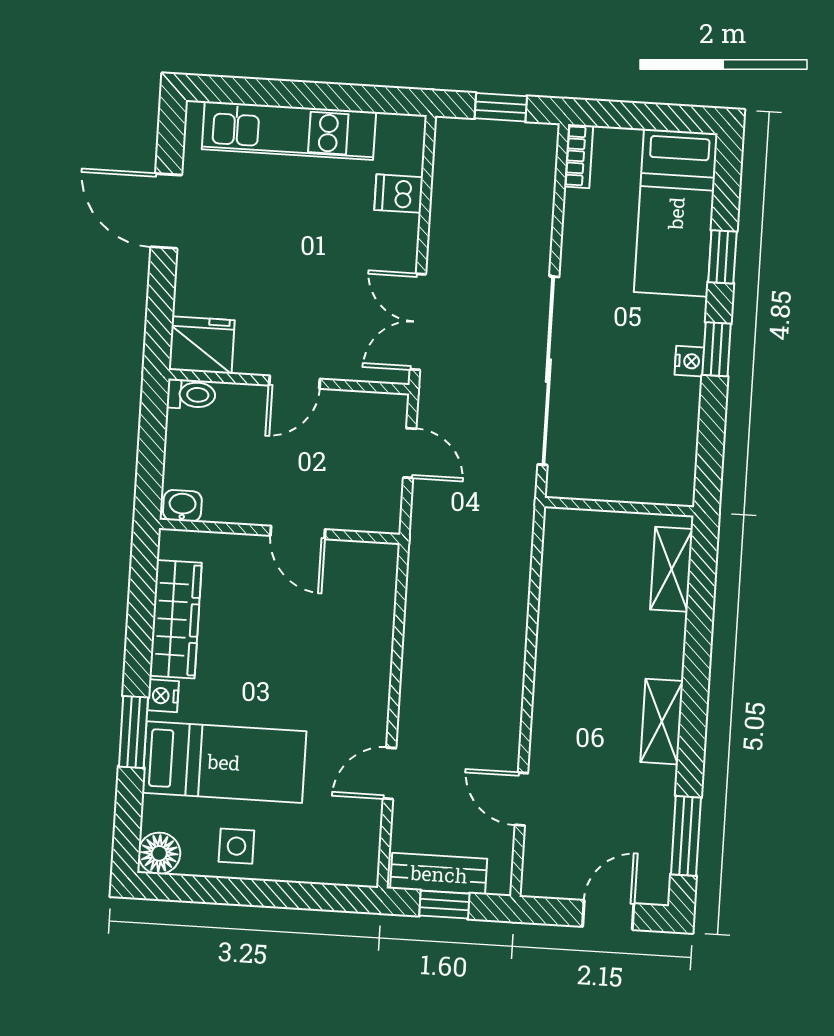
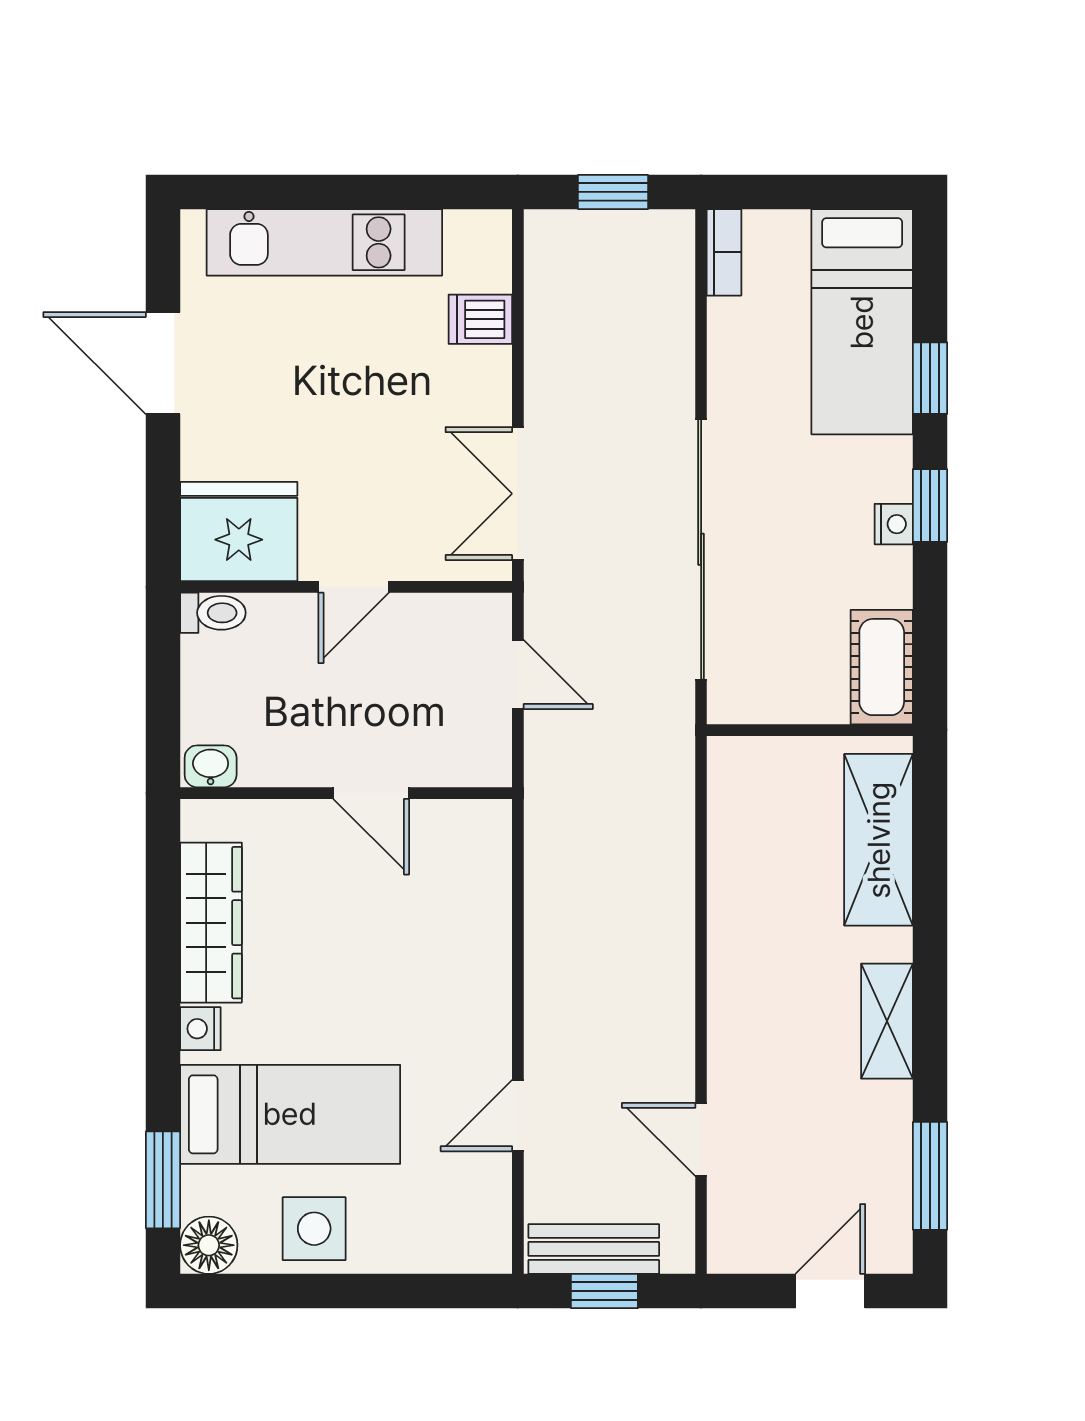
fridge: (202, 345) -> (239, 532), width x1.36, depth x1.34
cot: (674, 464) -> (882, 667), added
shelving: (671, 569) -> (879, 840), width x1.50, depth x1.33
window: (133, 732) -> (163, 1180), moved
side table: (236, 846) -> (314, 1229), width x1.37, depth x1.37

